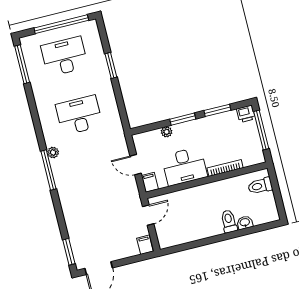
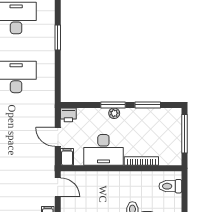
printer: (246, 114) -> (68, 115), moved
plant: (167, 132) -> (114, 113), moved
door: (148, 215) -> (58, 187), hinge flipped

